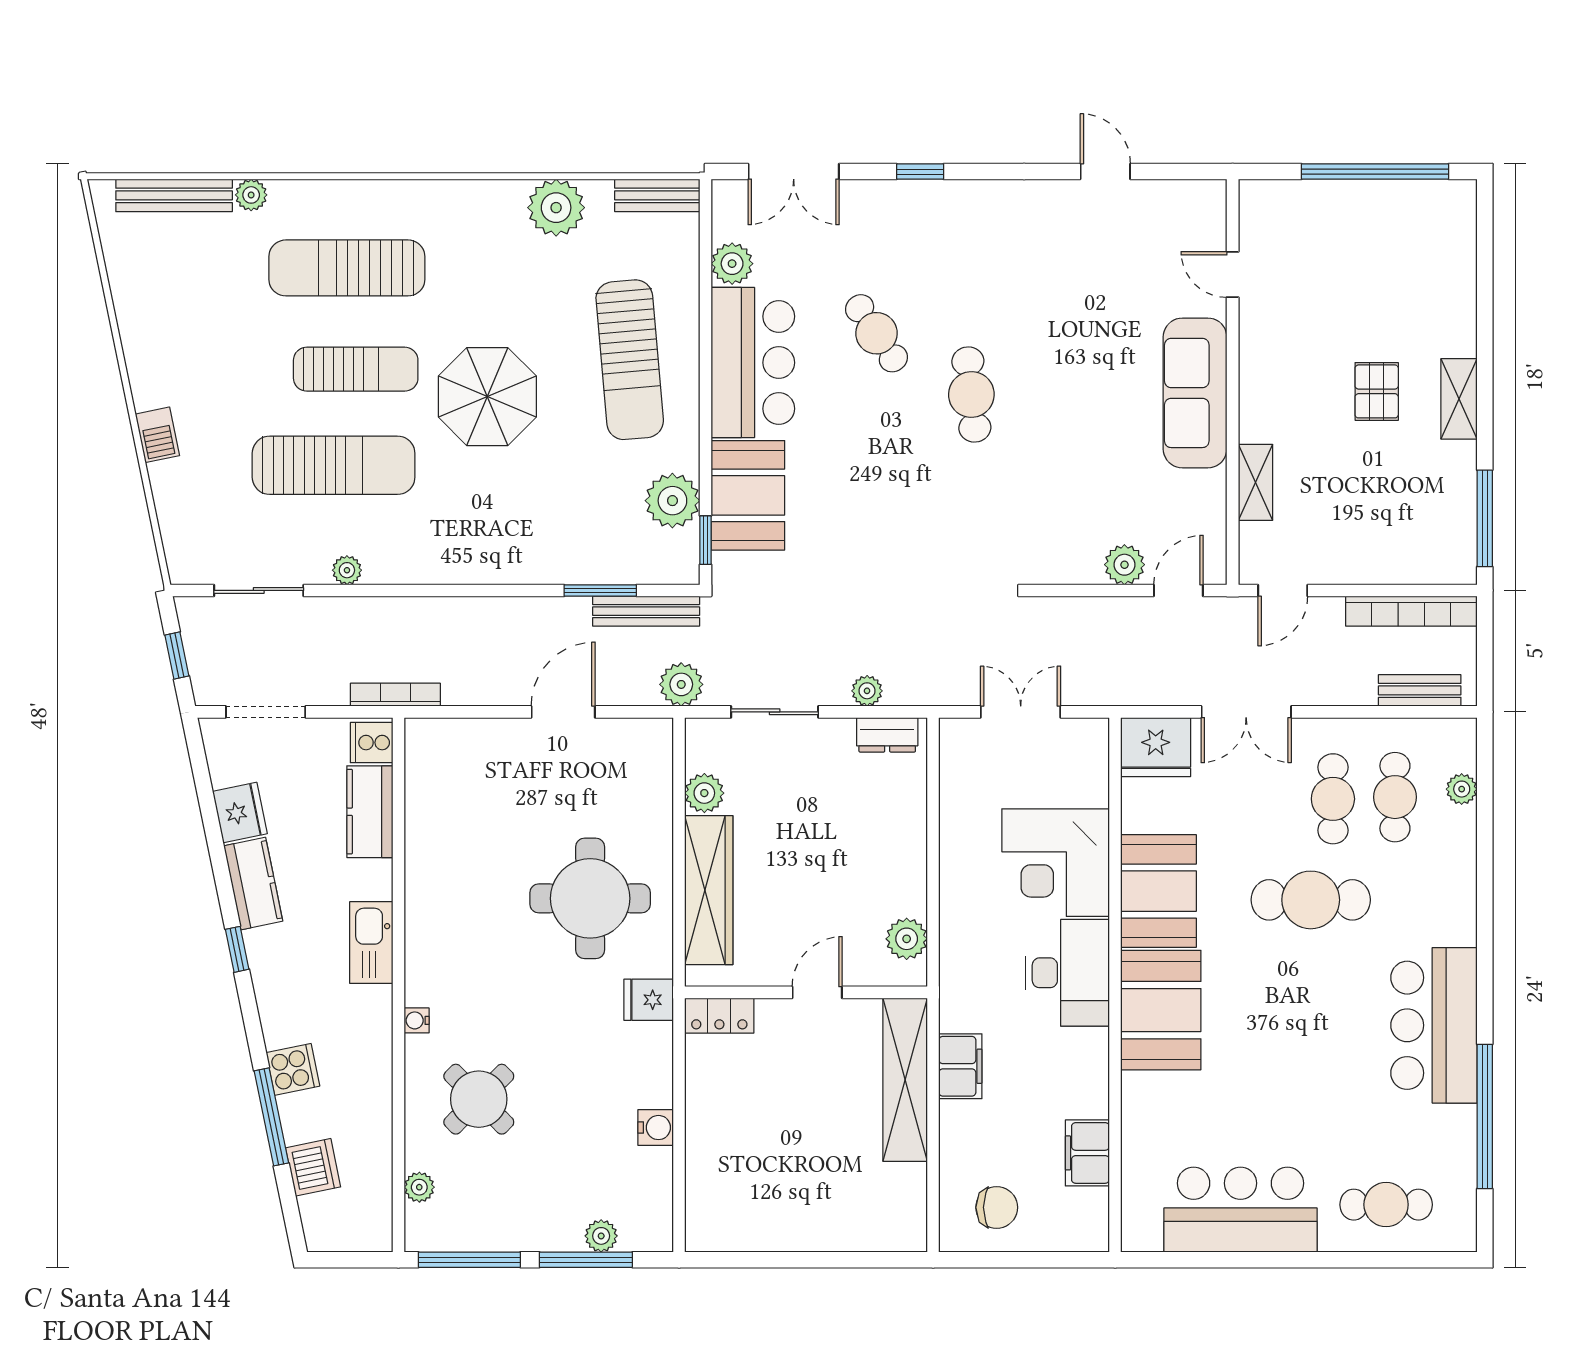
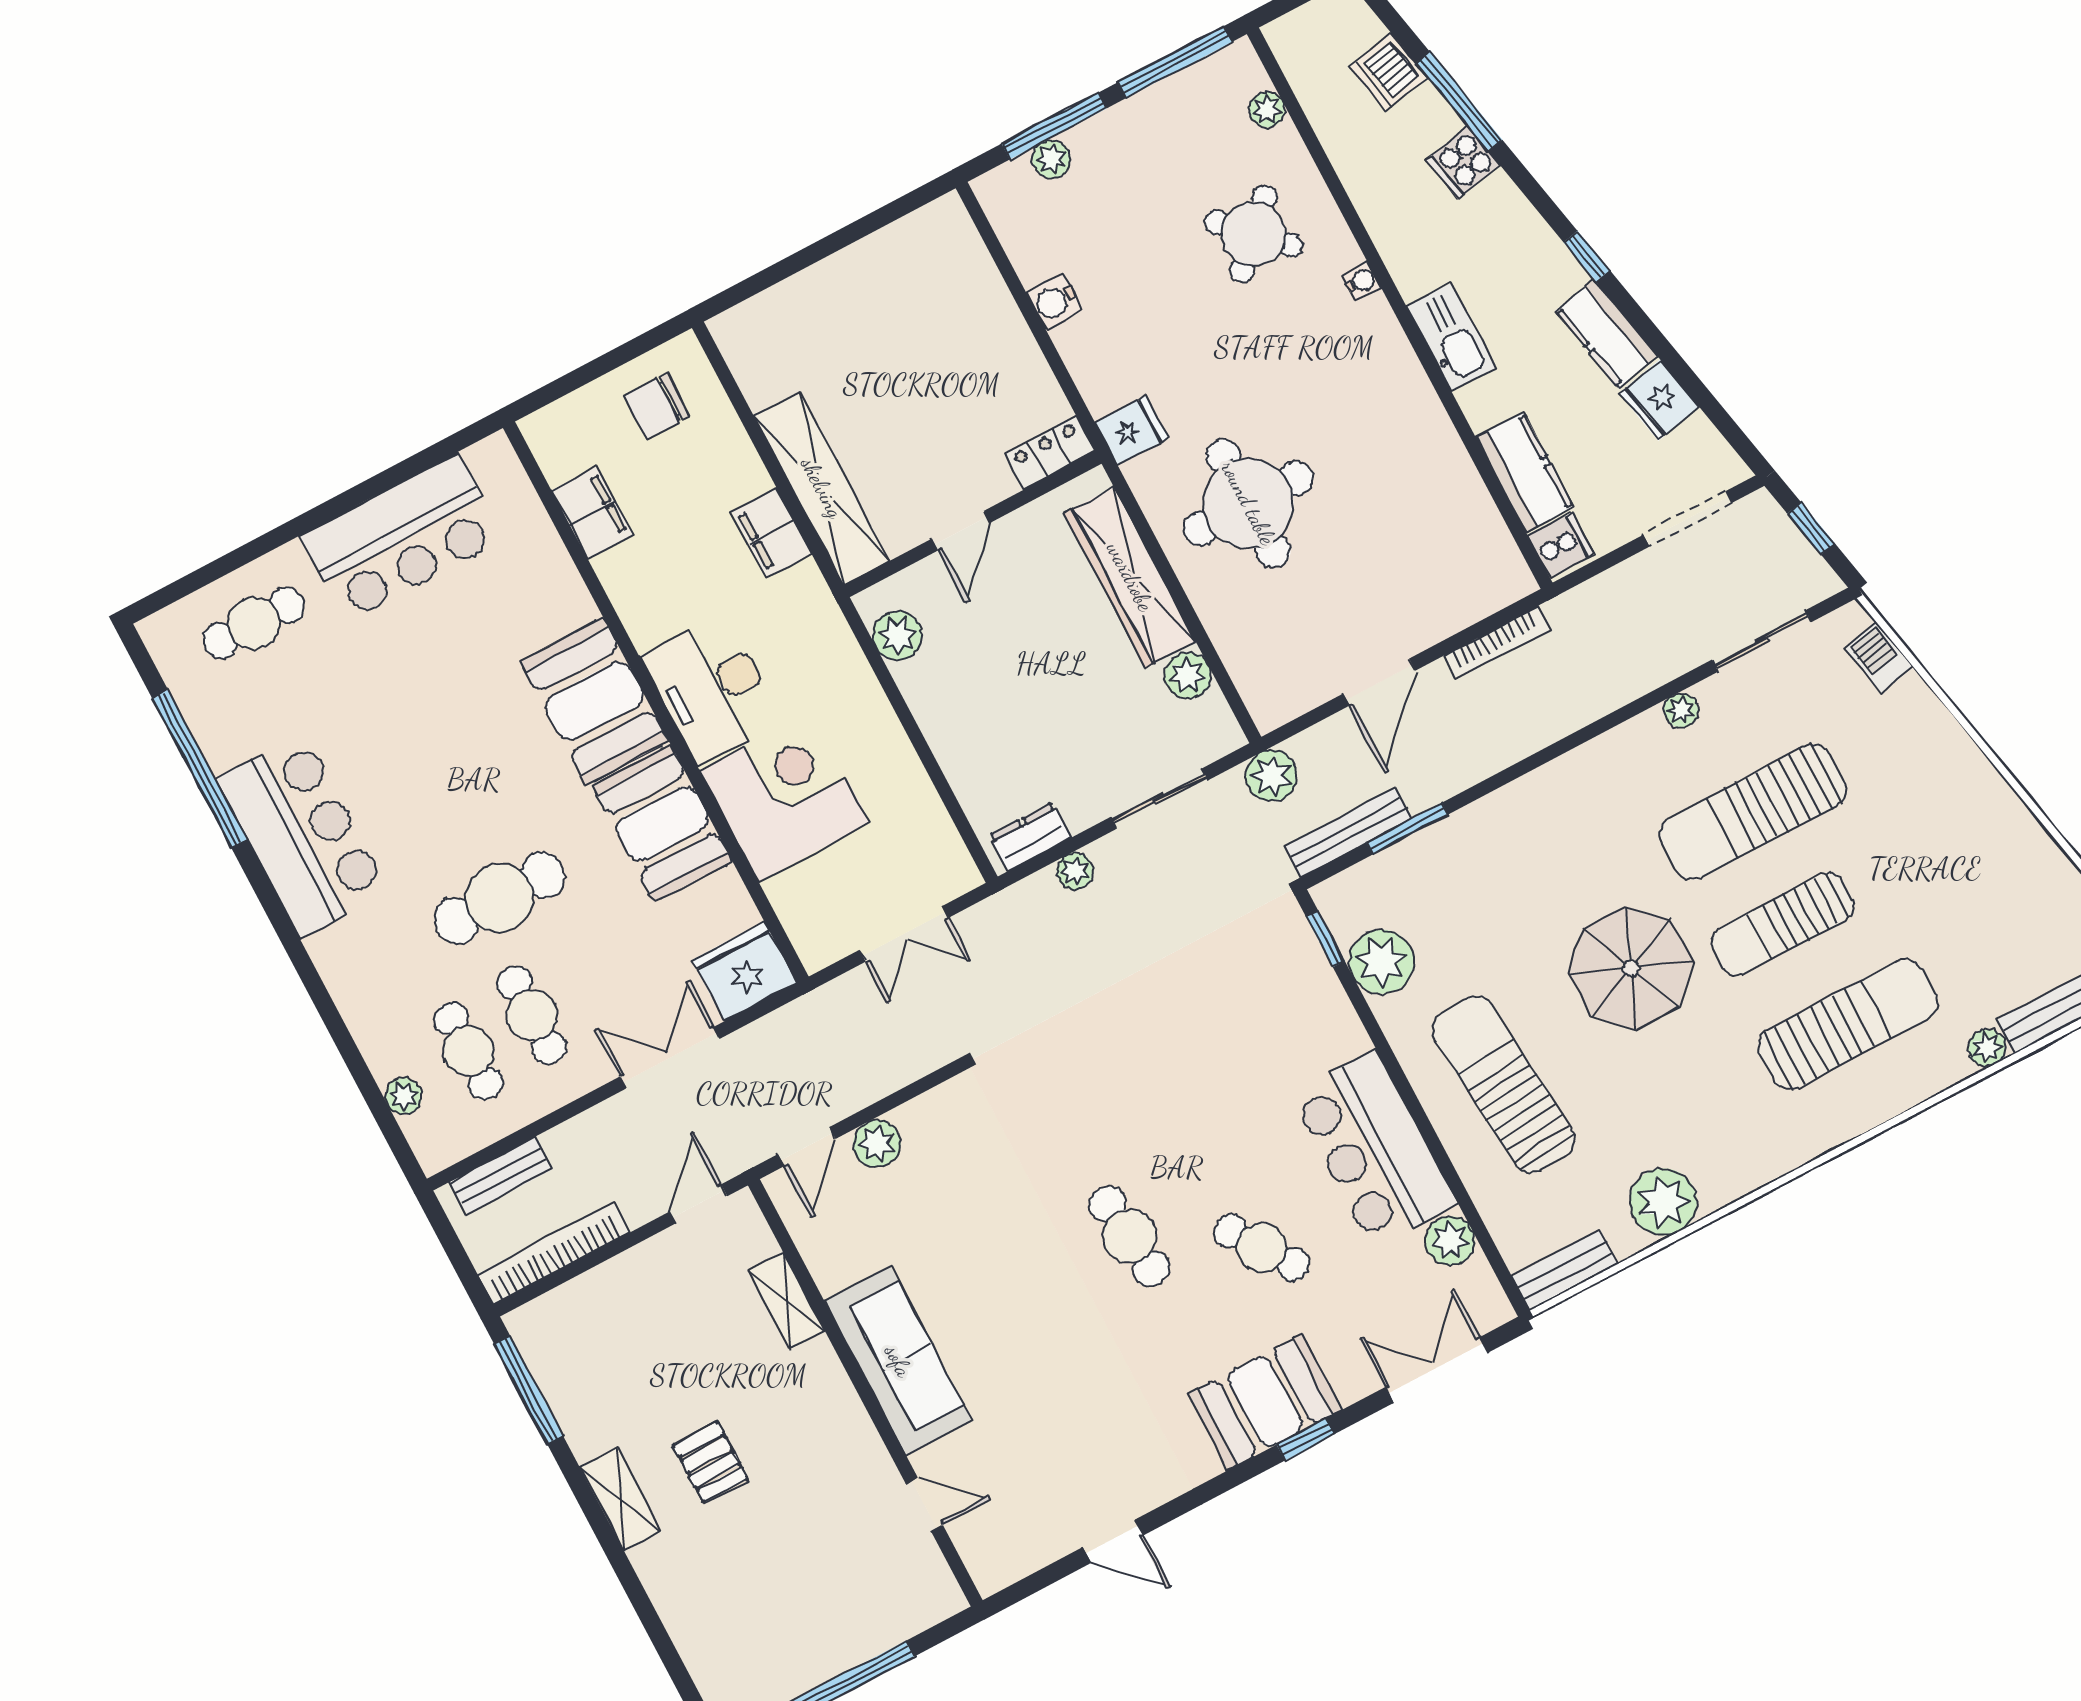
barbecue: (157, 435) -> (1879, 657), moved
booth: (748, 495) -> (1265, 1402), moved, turned 90
bookcase: (395, 695) -> (1497, 643), moved

